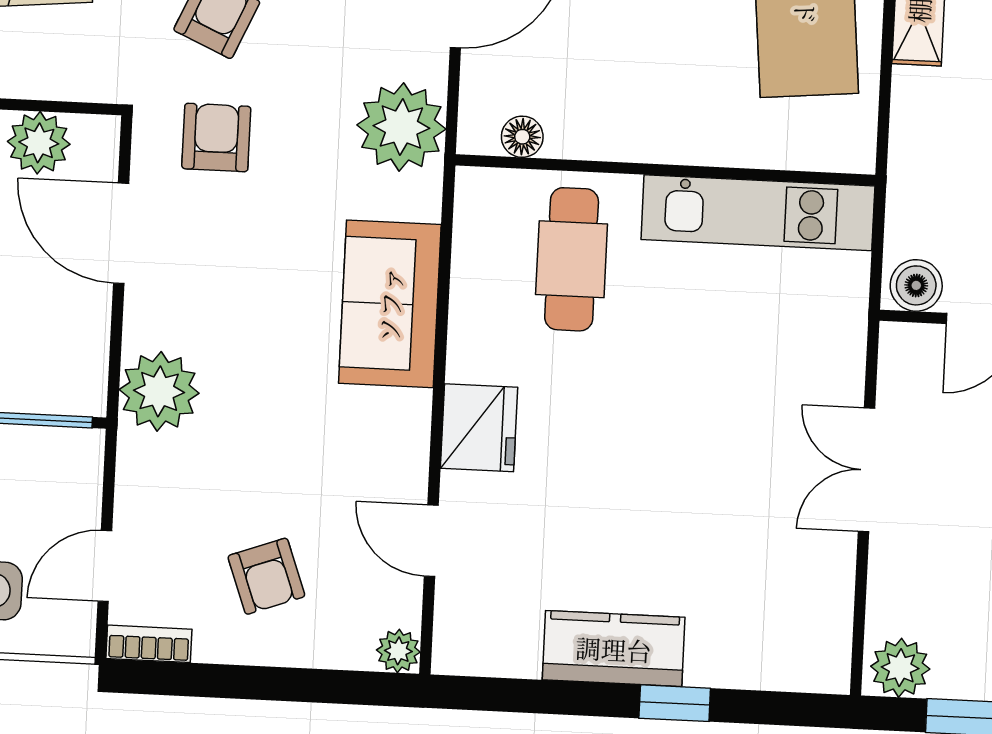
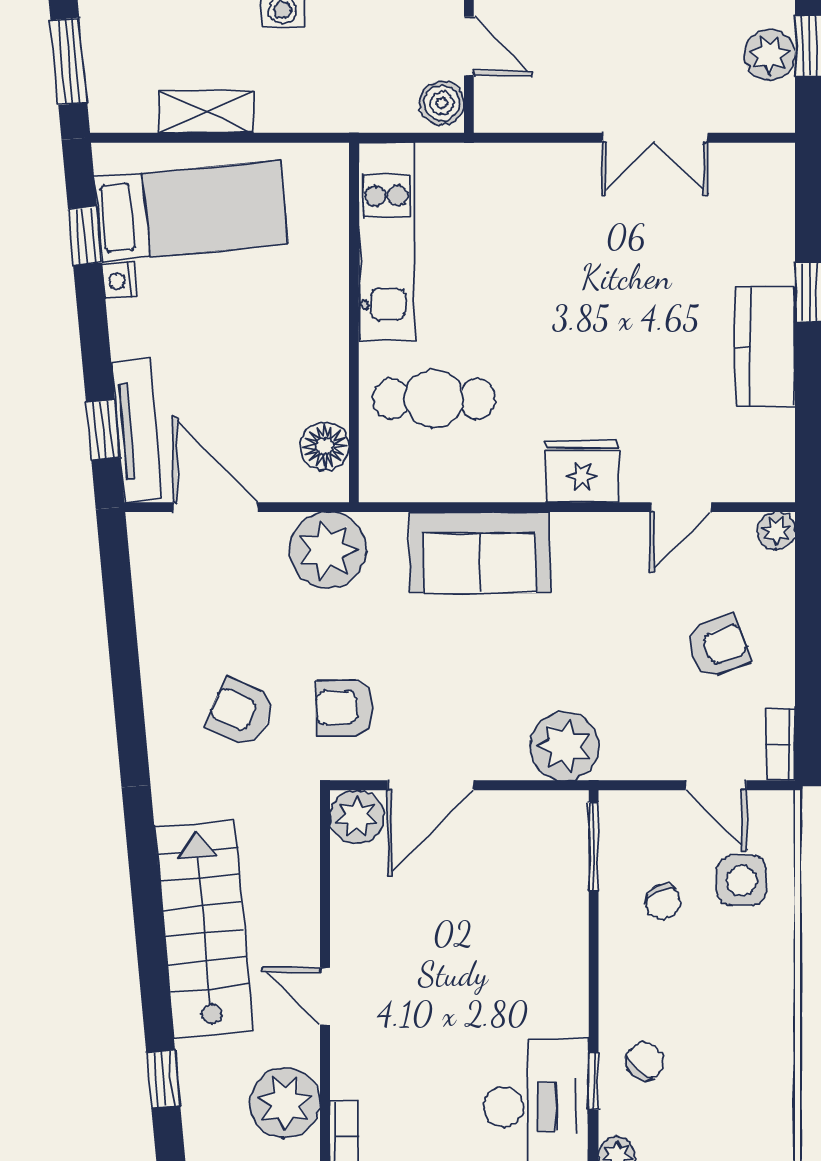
floor lamp: (522, 137) -> (325, 446), width x1.37, depth x1.37
plant: (39, 143) -> (357, 817), moved
double door: (866, 470) -> (655, 138), moved
plant: (900, 668) -> (770, 55), moved

